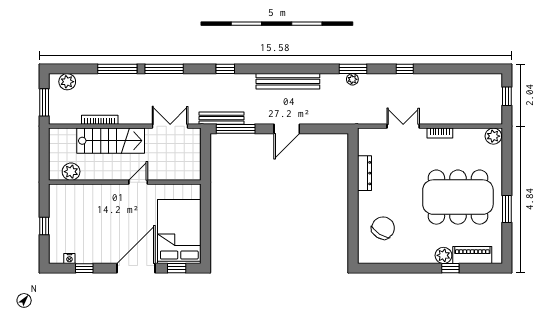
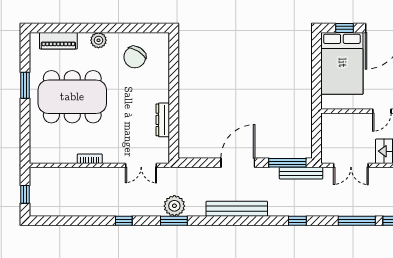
plant: (352, 79) -> (174, 206), width x1.88, depth x1.88
double door: (403, 126) -> (141, 165), moved
door: (287, 129) -> (238, 163), width x1.36
plant: (493, 136) -> (38, 156), removed
chair: (383, 228) -> (135, 57), moved
plant: (443, 255) -> (98, 40), moved
window: (450, 268) -> (80, 28), removed

